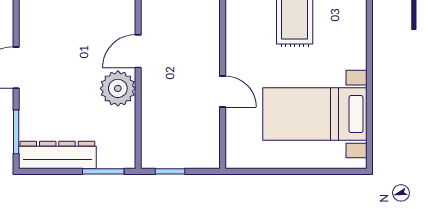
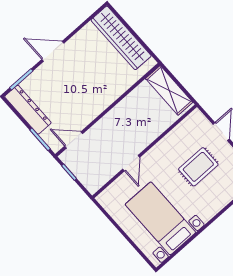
door: (138, 51) -> (74, 140), moved
plant: (118, 88) -> (87, 110), removed

